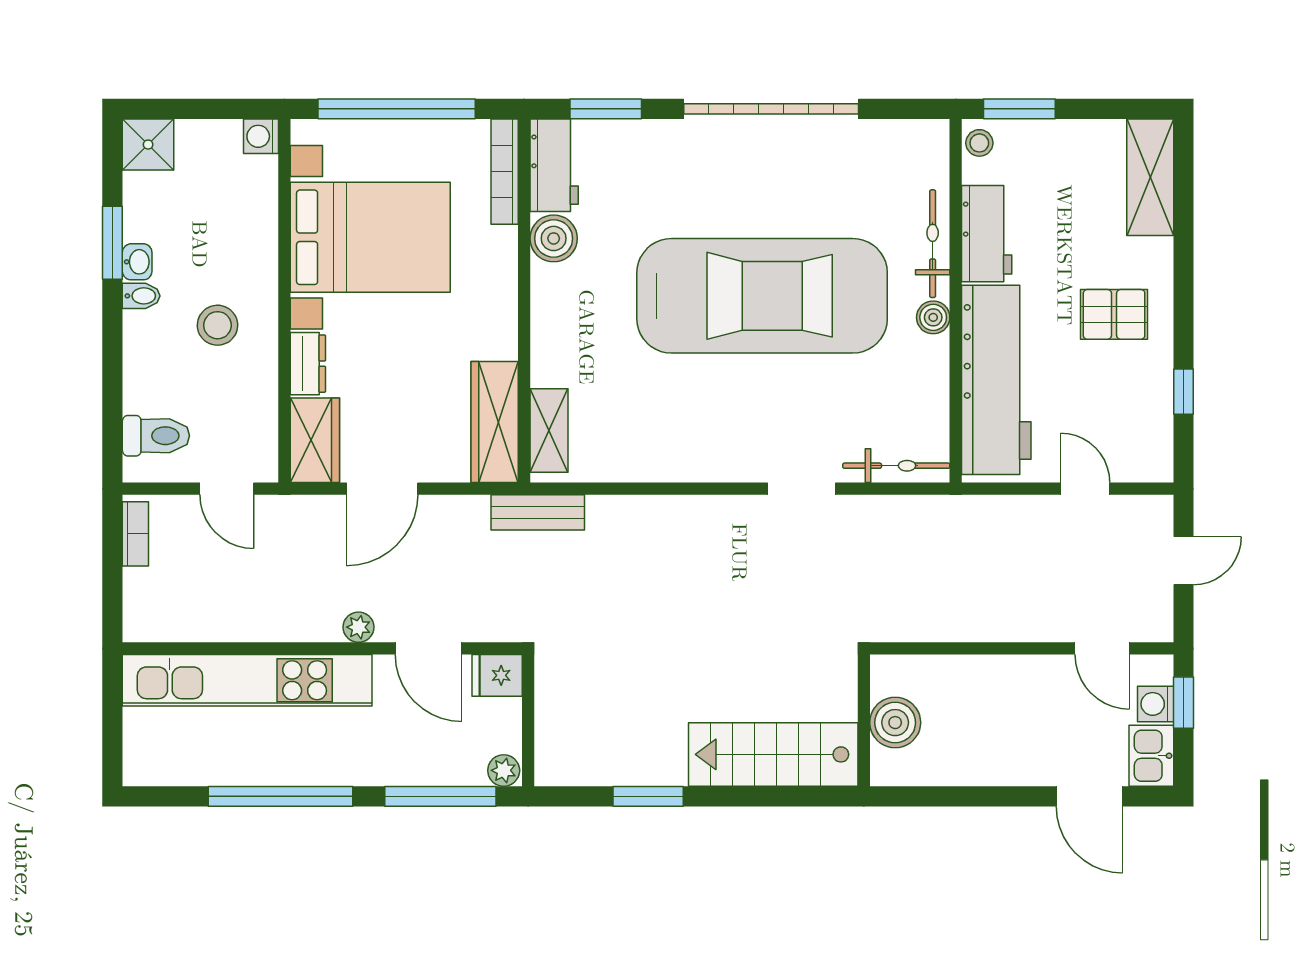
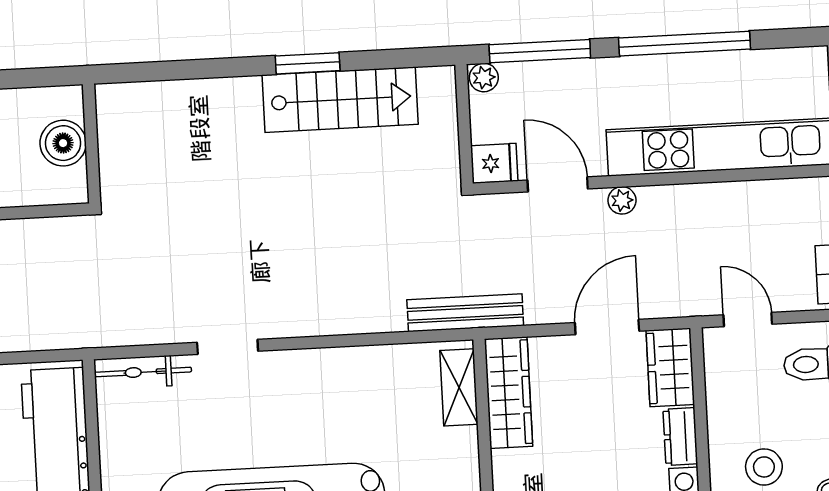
bench: (538, 512) -> (465, 313), width x1.36
wall: (864, 720) -> (92, 144), moved
boiler: (895, 723) -> (63, 143), moved
stairs: (773, 754) -> (340, 100), moved
window: (648, 796) -> (308, 63), moved

